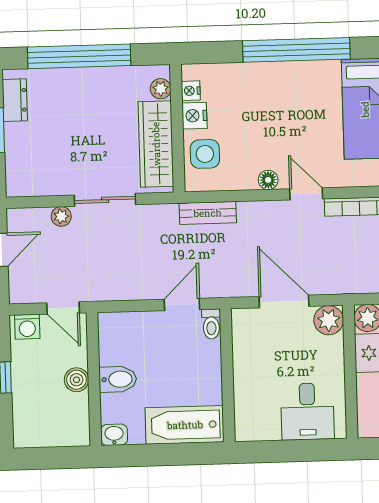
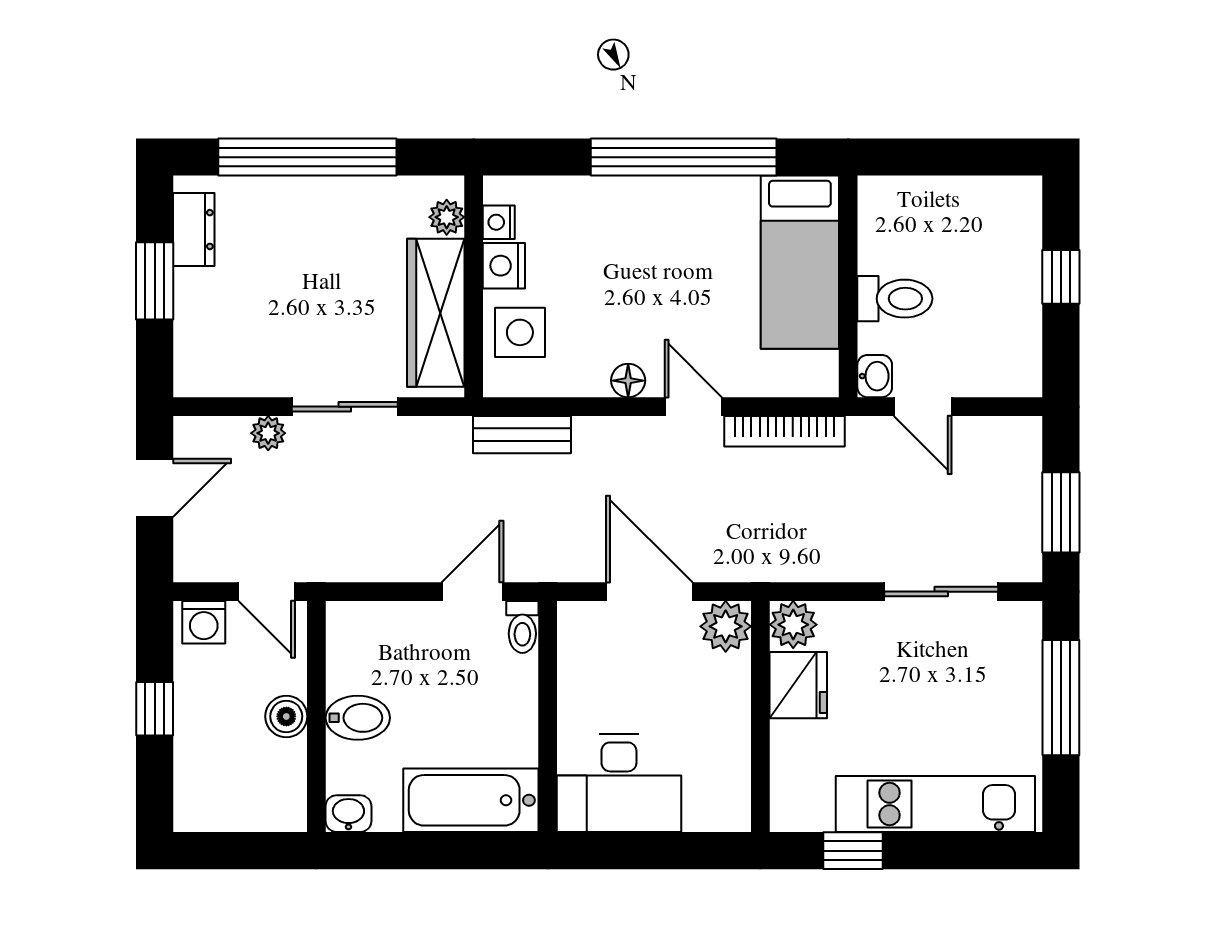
desk: (307, 411) -> (619, 783), moved, width x1.37

